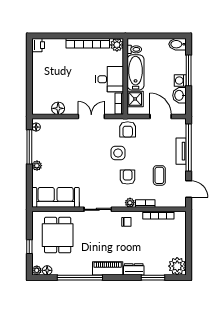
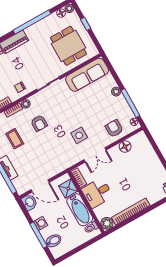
bidet: (177, 44) -> (53, 241), moved
washbasin: (179, 95) -> (29, 202), moved
armchair: (128, 129) -> (114, 128), moved
side table: (118, 153) -> (79, 135), moved

